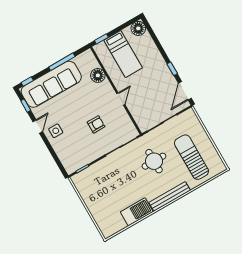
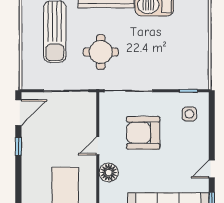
floor lamp: (98, 75) -> (109, 172), moved
armchair: (96, 124) -> (143, 133), width x1.88, depth x1.88
side table: (56, 131) -> (189, 114), moved

